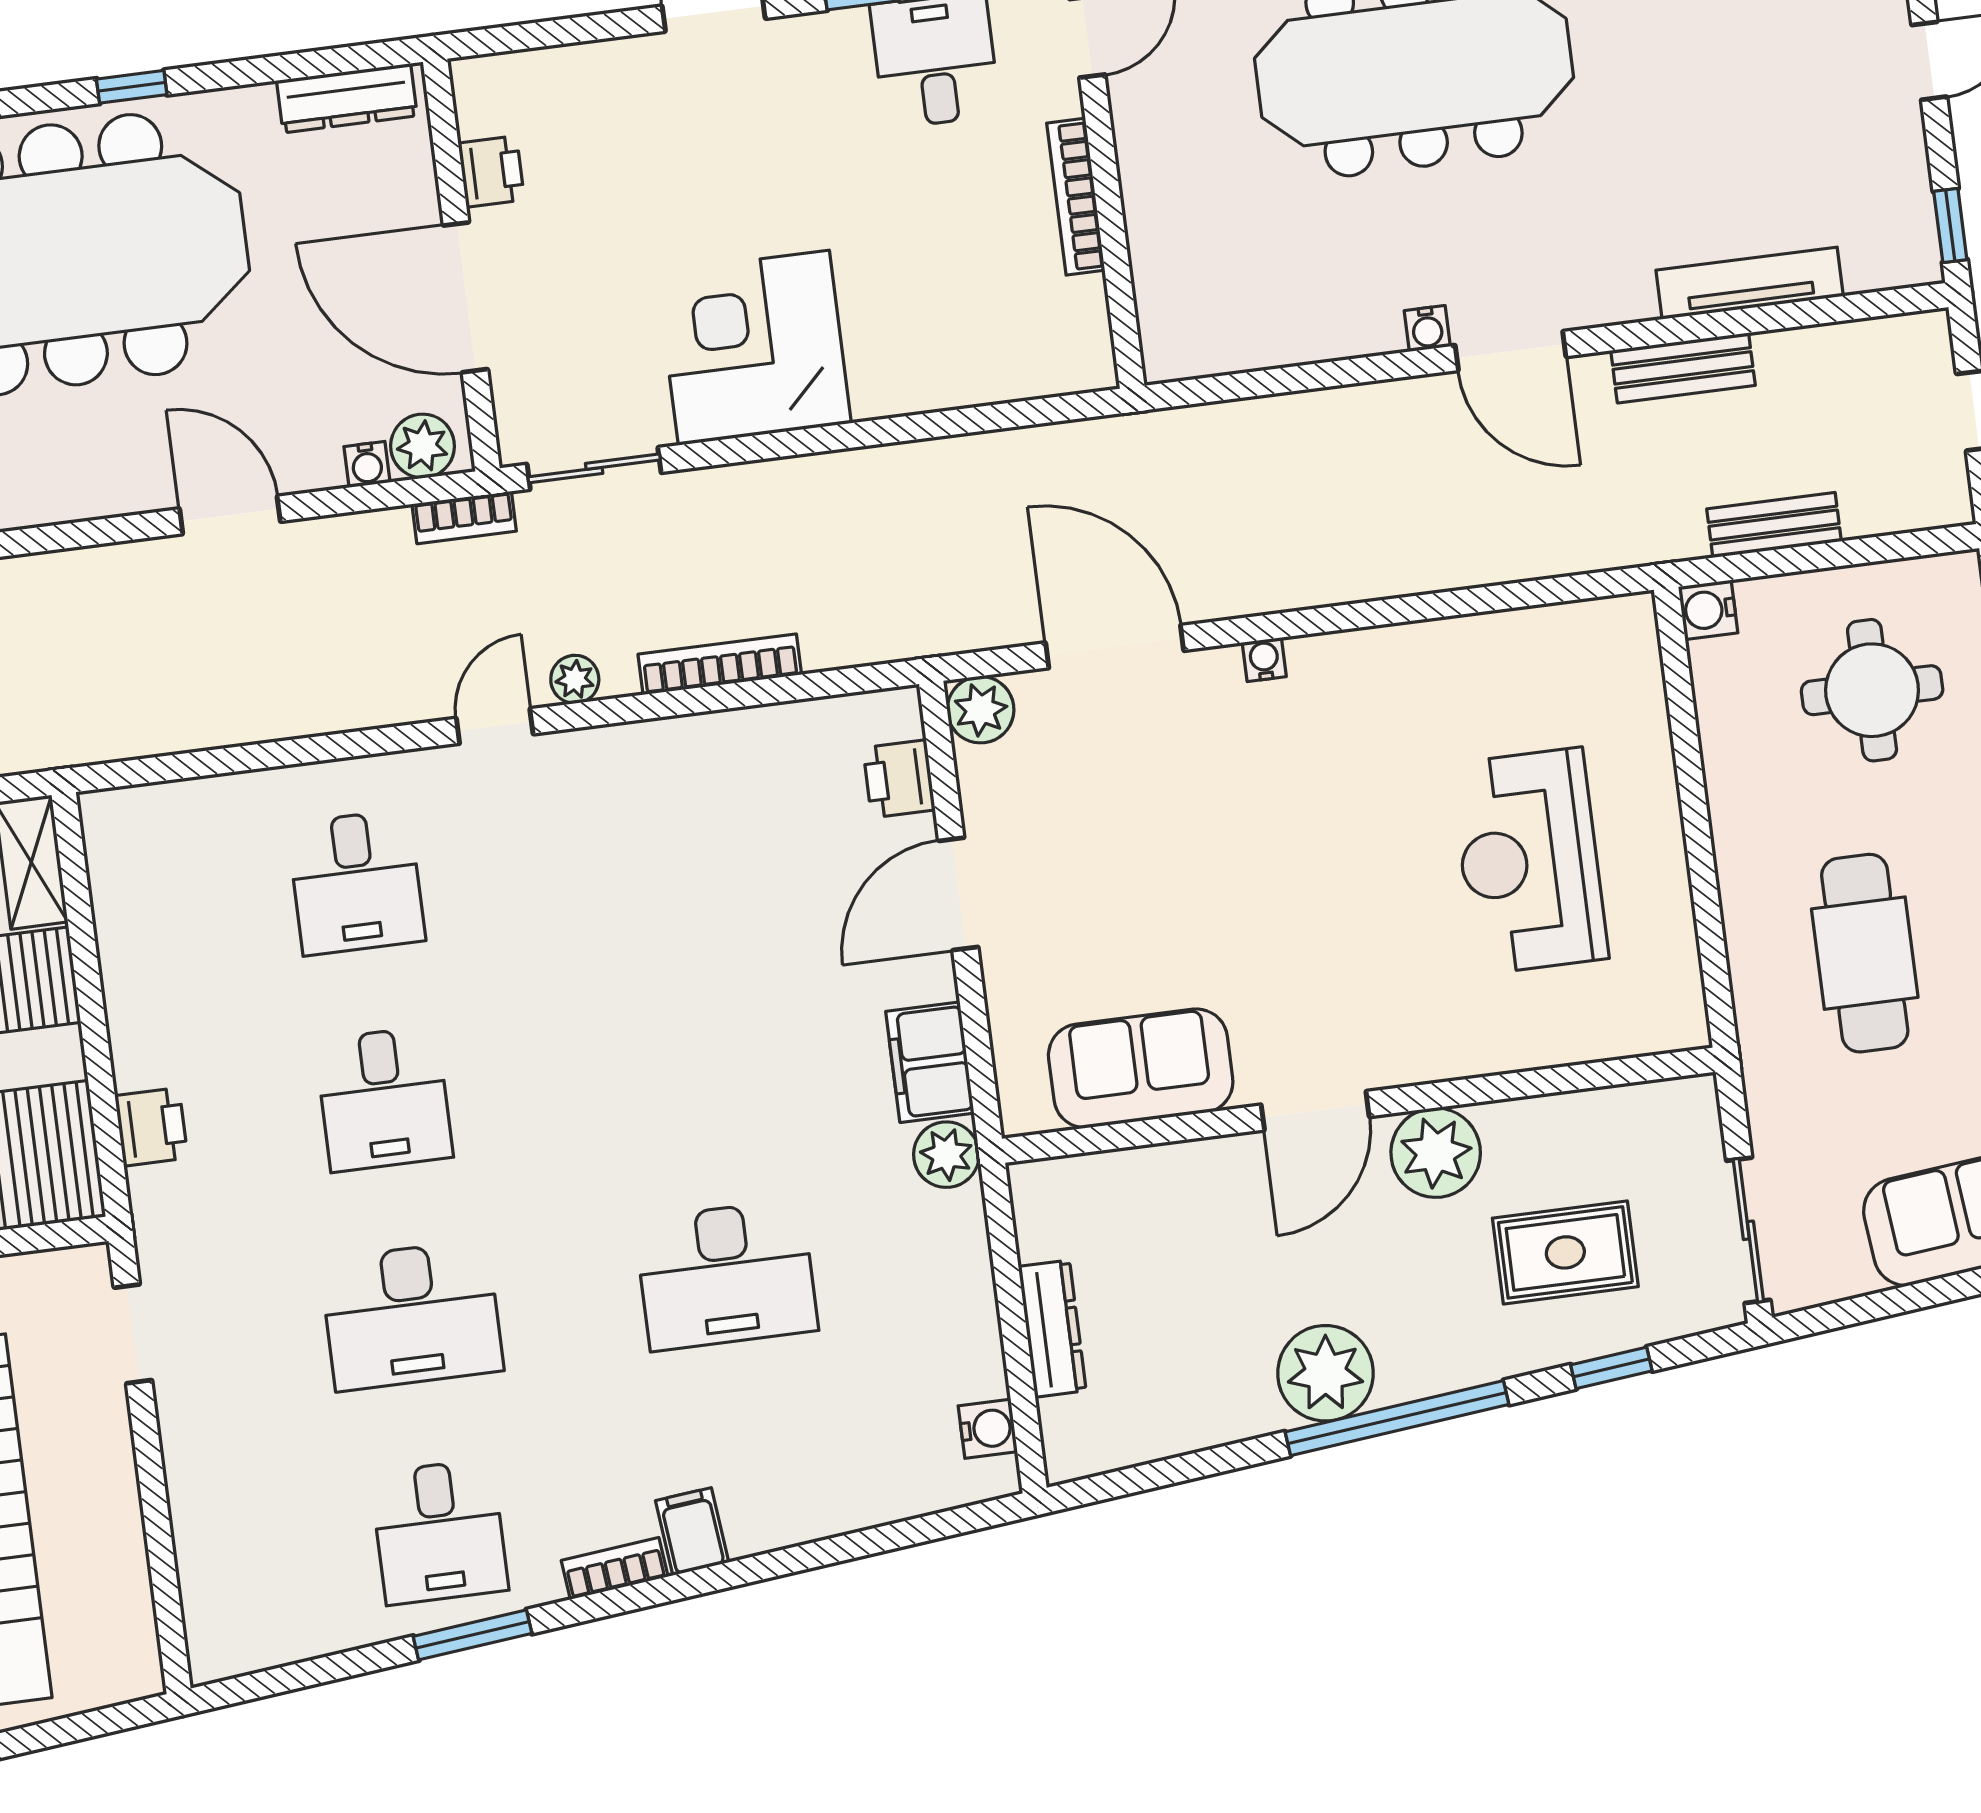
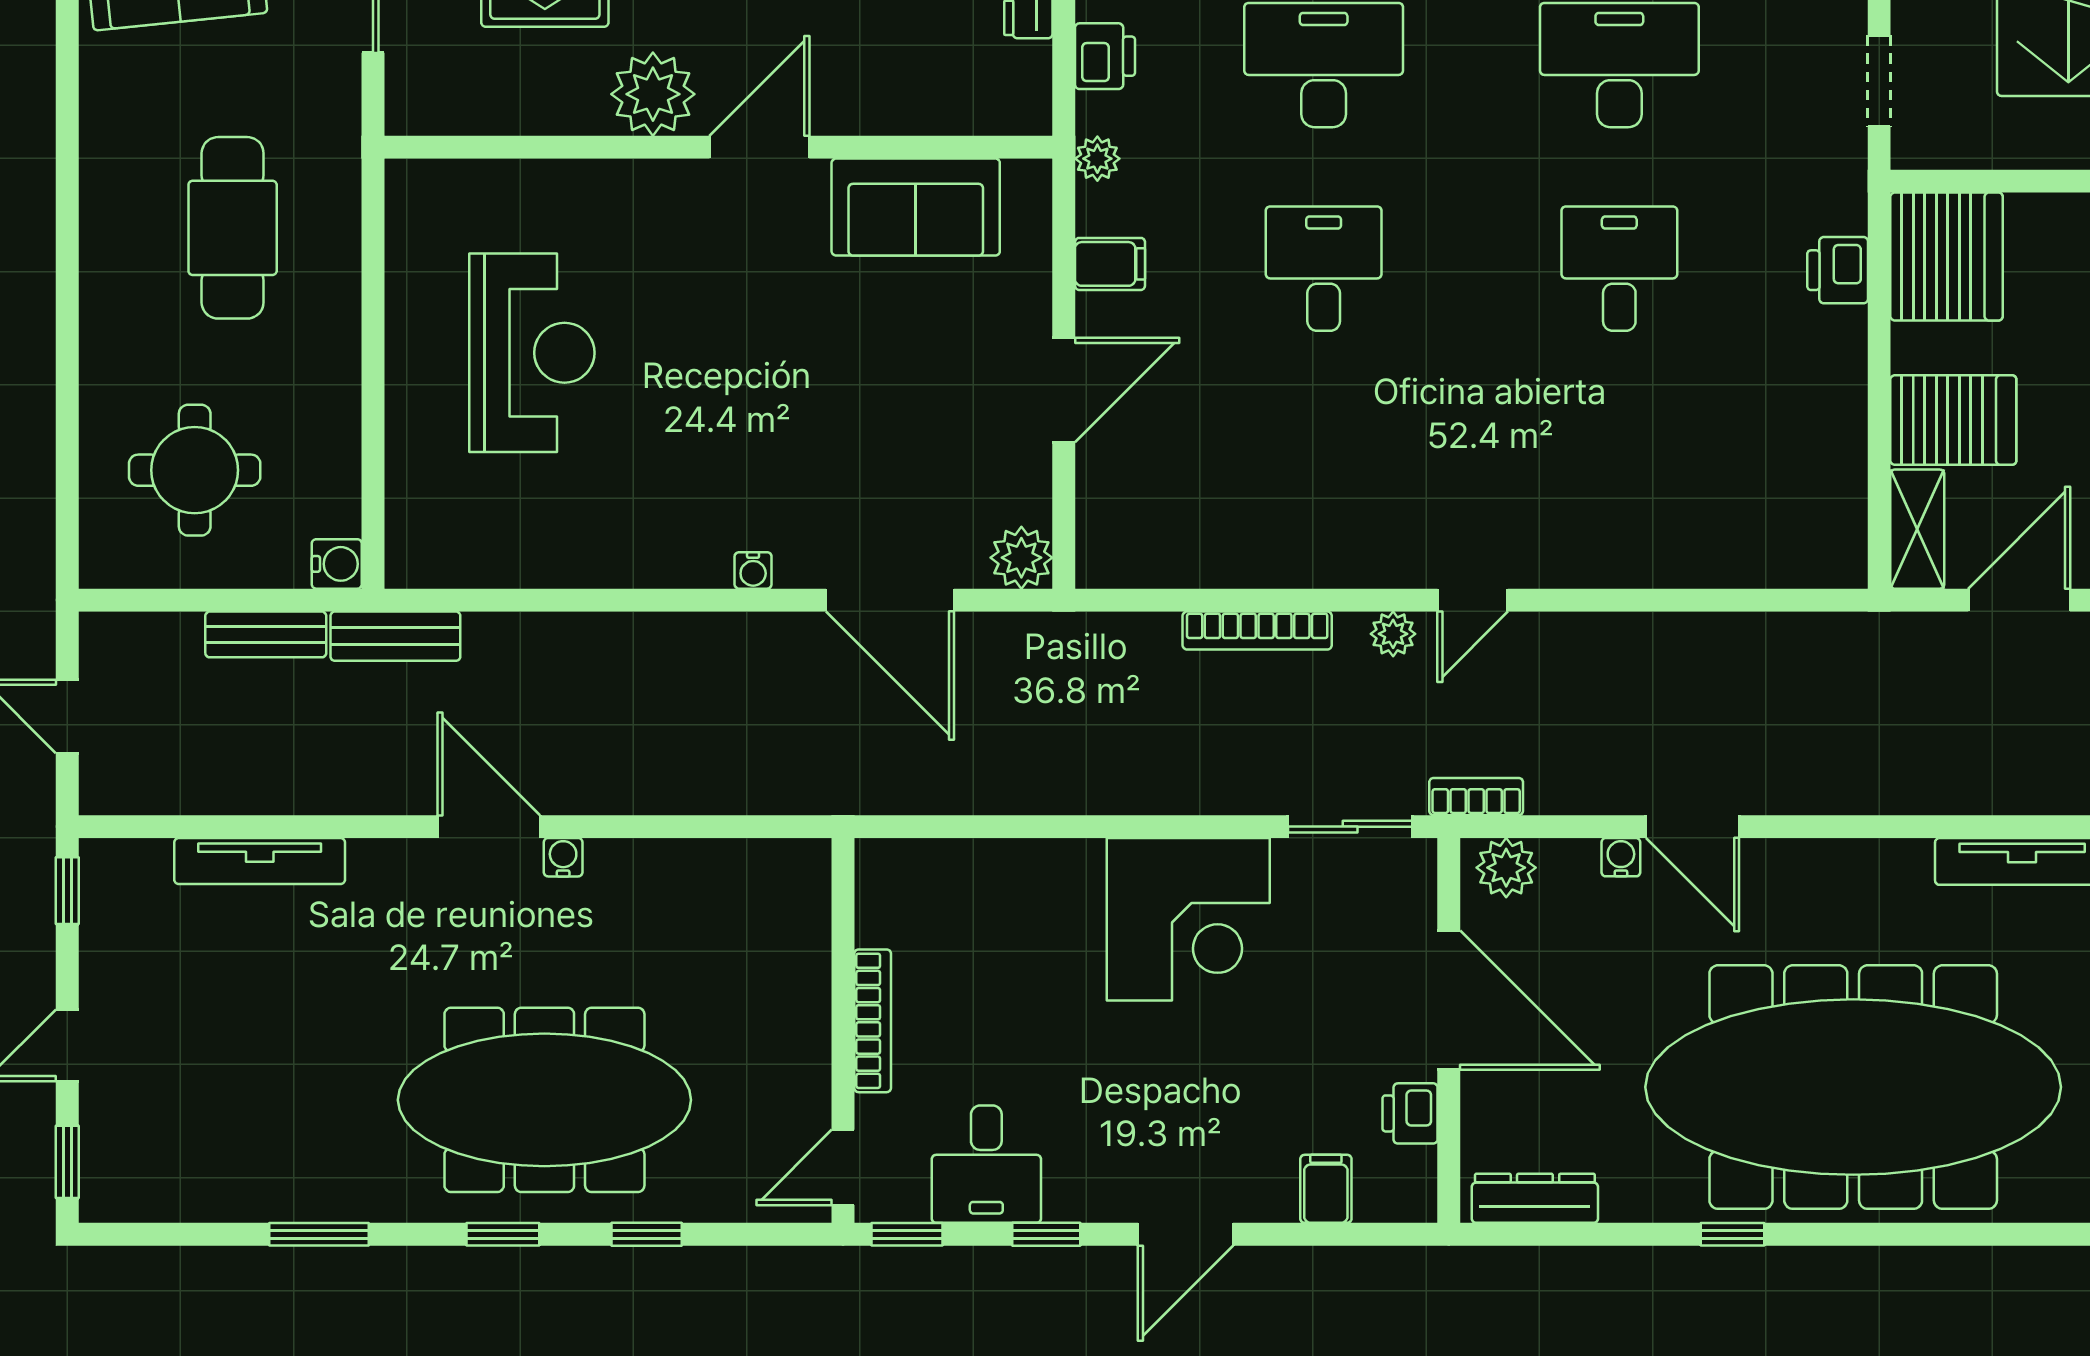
filing cabinet: (571, 80) -> (1326, 1189), added
bench: (1683, 368) -> (395, 636), moved
water cooler: (367, 464) -> (1621, 857), moved
printer: (899, 779) -> (1105, 56), moved
desk: (356, 882) -> (1324, 269), moved
filing cabinet: (930, 1062) -> (1110, 264), width x0.50
plant: (946, 1155) -> (1097, 159), width x0.73, depth x0.73

